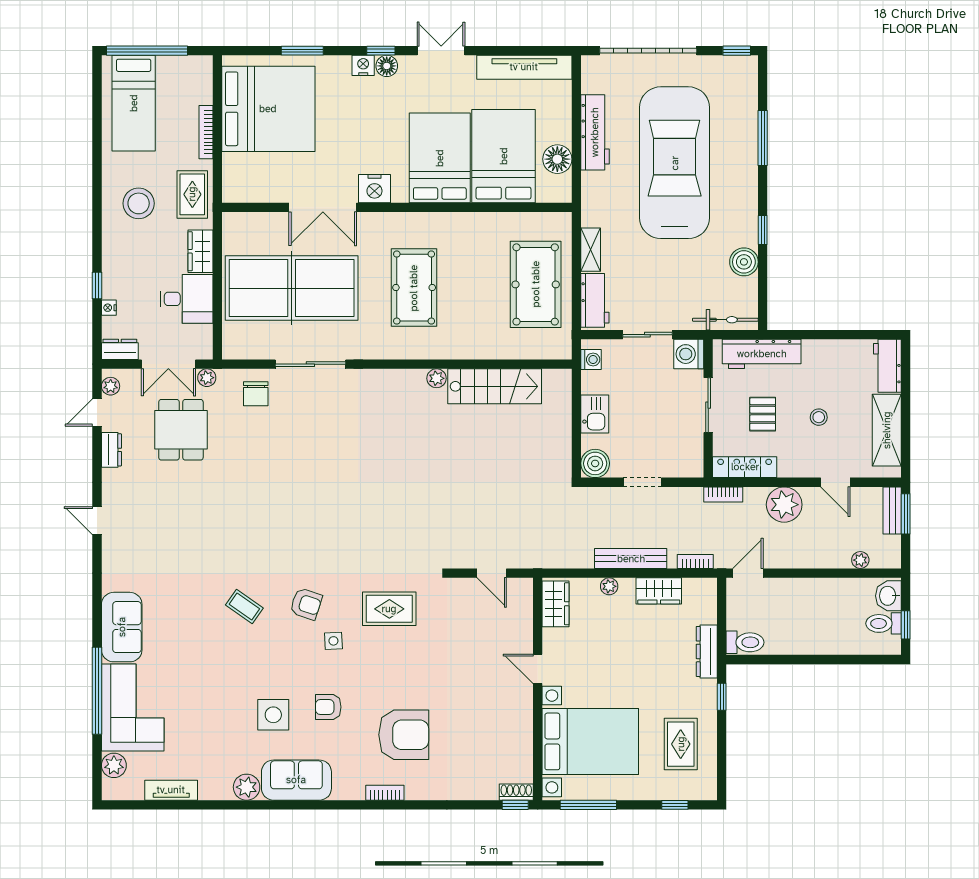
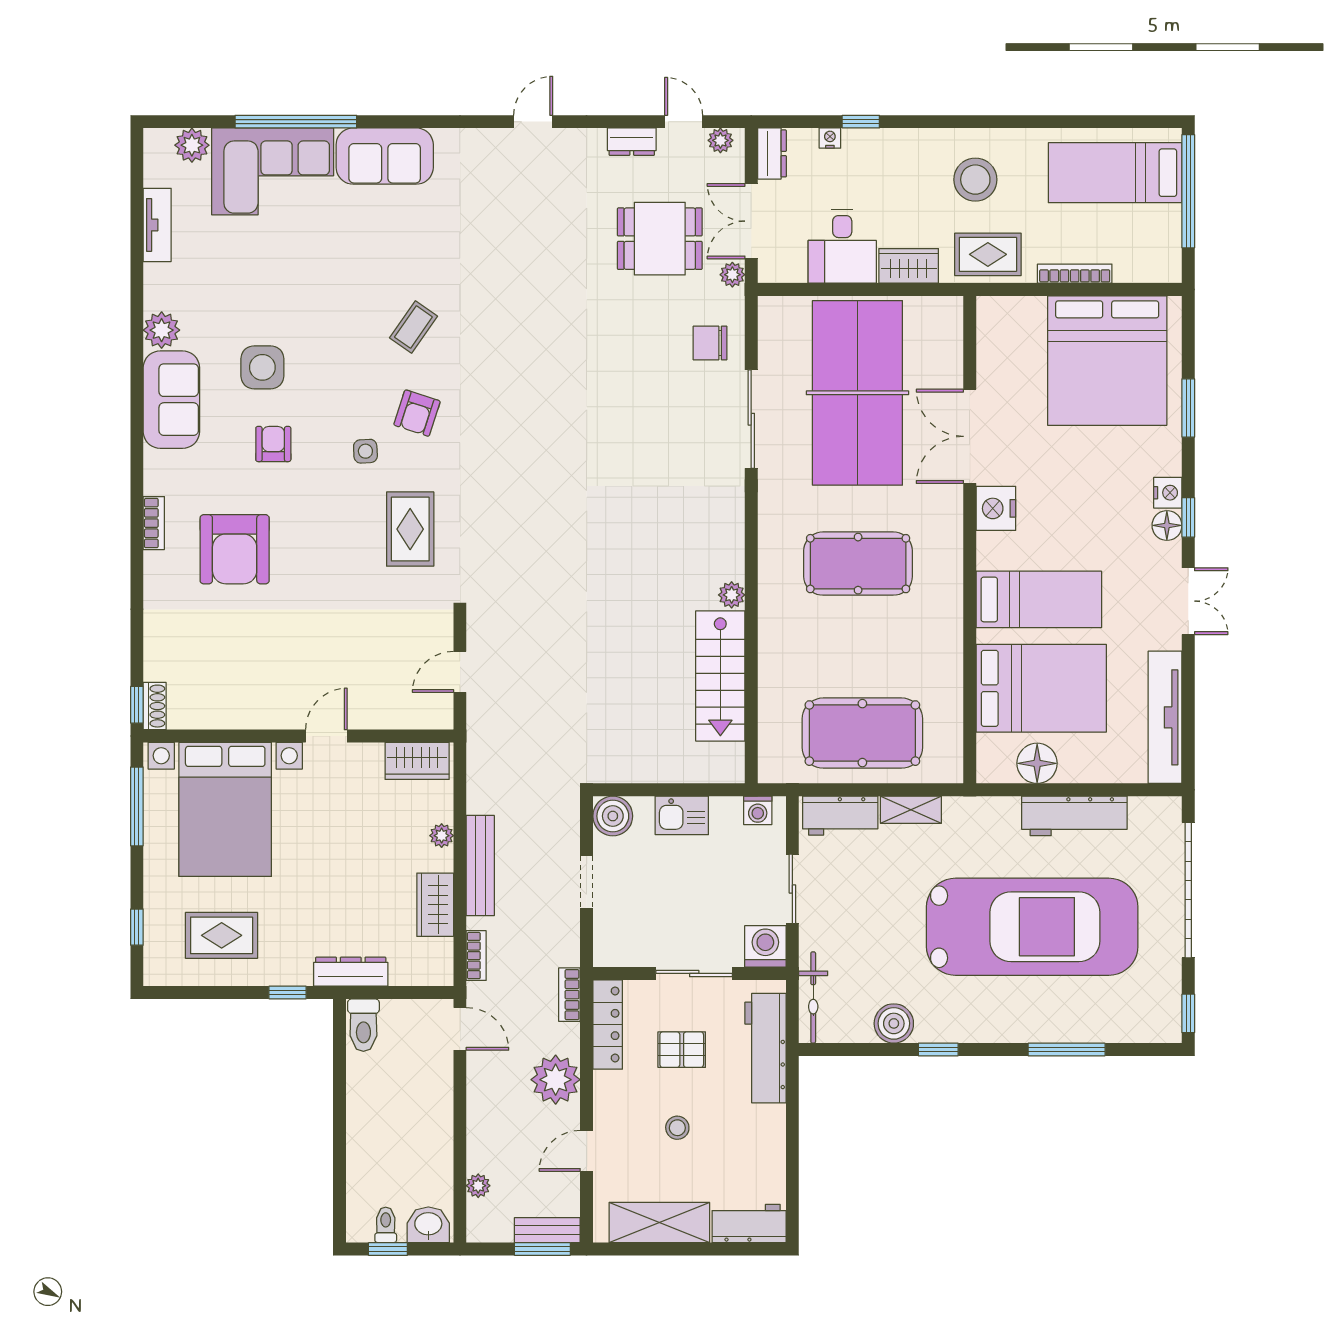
bed: (440, 158) -> (1039, 599), width x0.67
toilet: (884, 623) -> (386, 1225), width x0.73, depth x0.72

